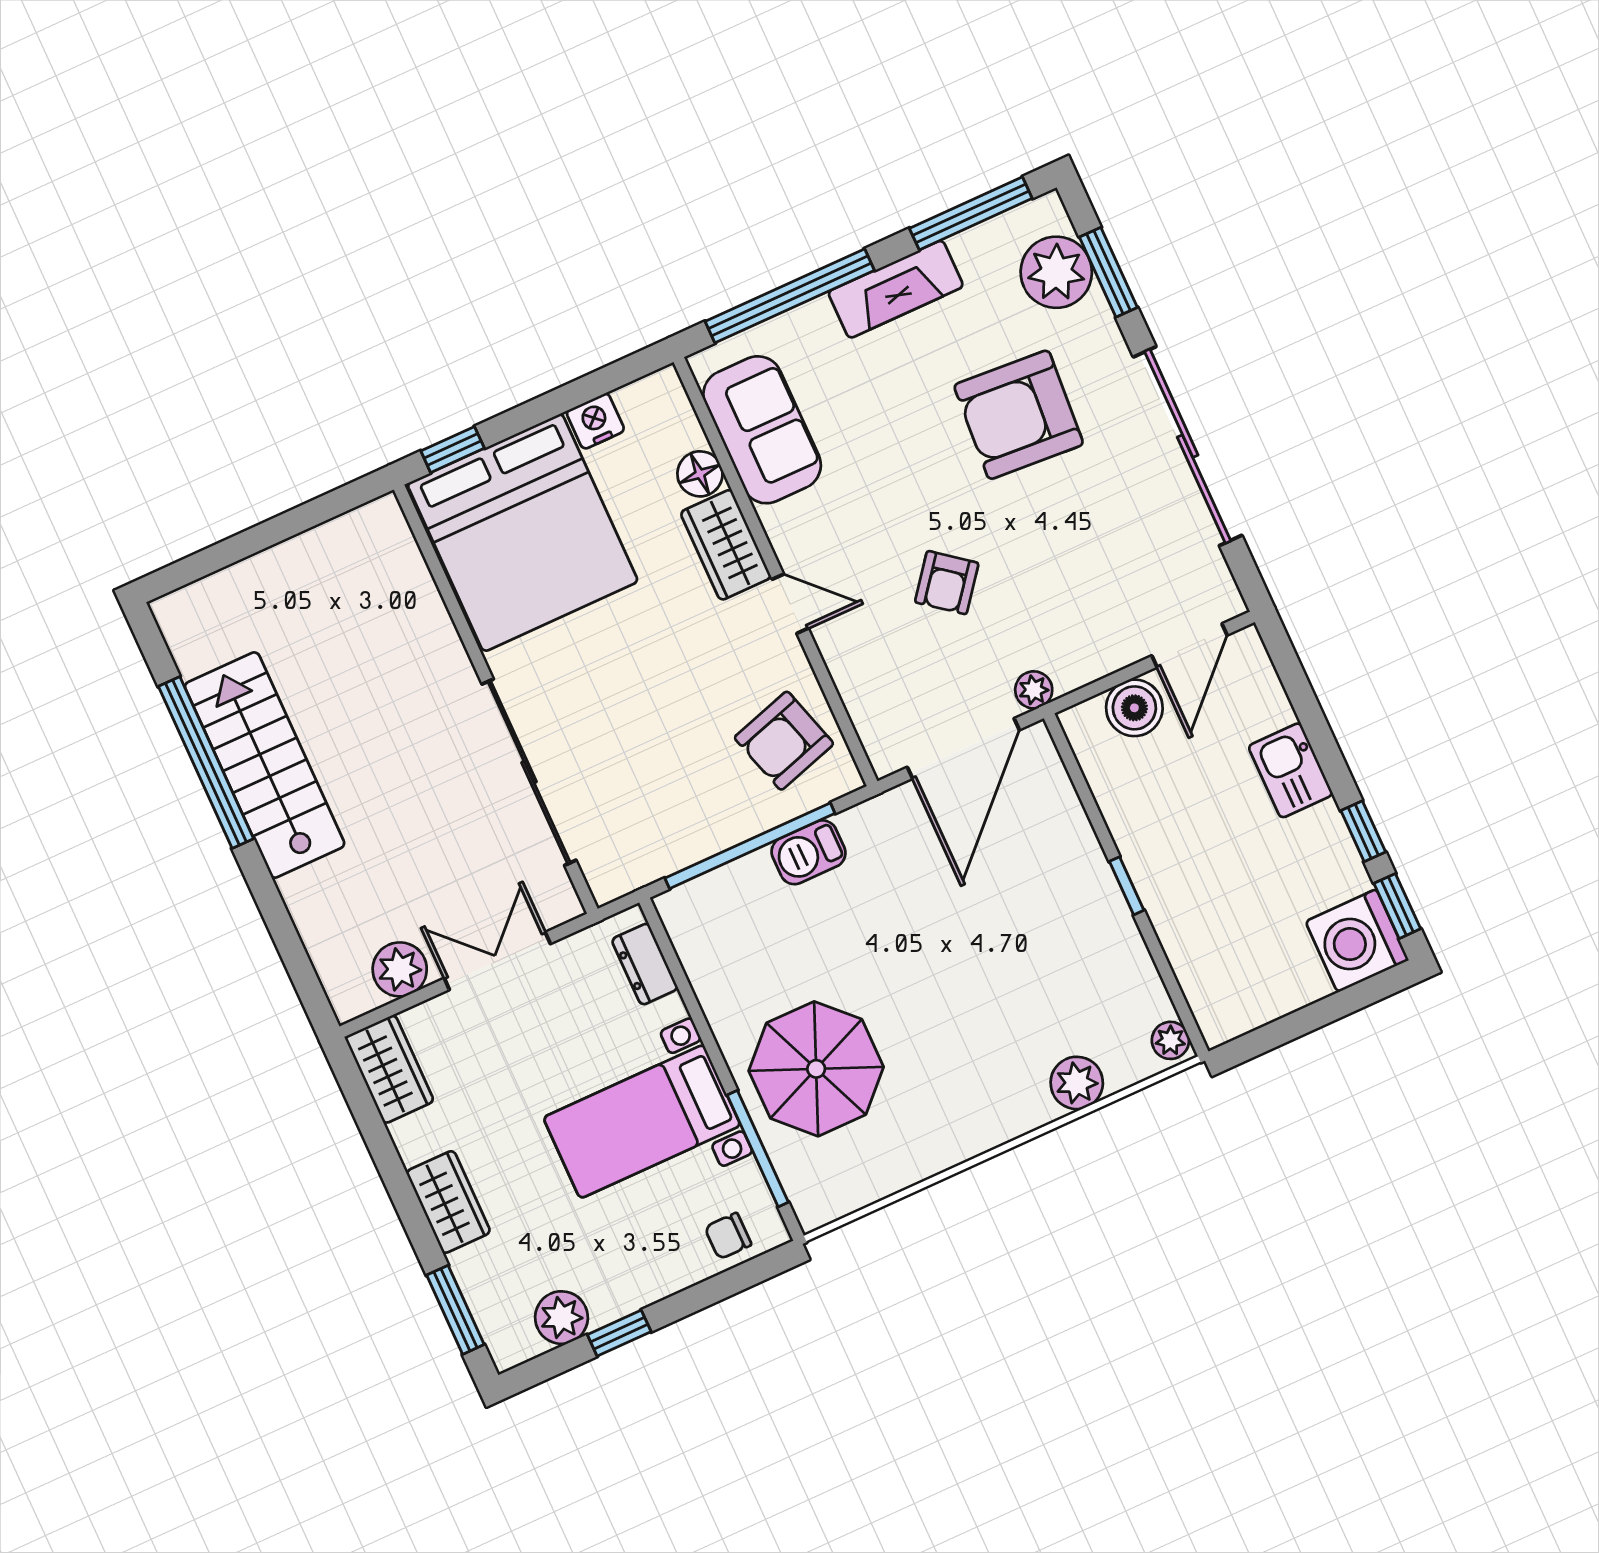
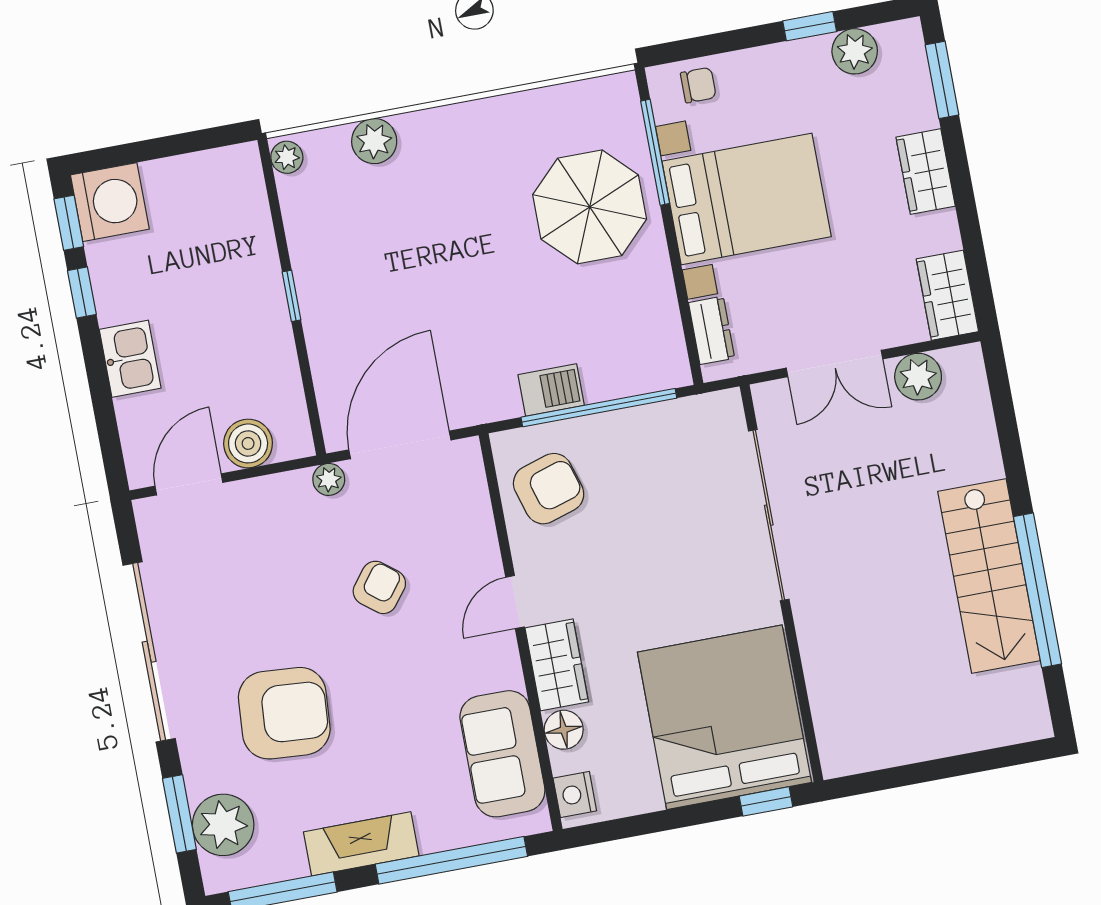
nightstand: (595, 421) -> (575, 794), moved, turned 90
door: (790, 604) -> (515, 602), hinge flipped
bed with nightstands: (642, 1122) -> (747, 199), width x1.36

